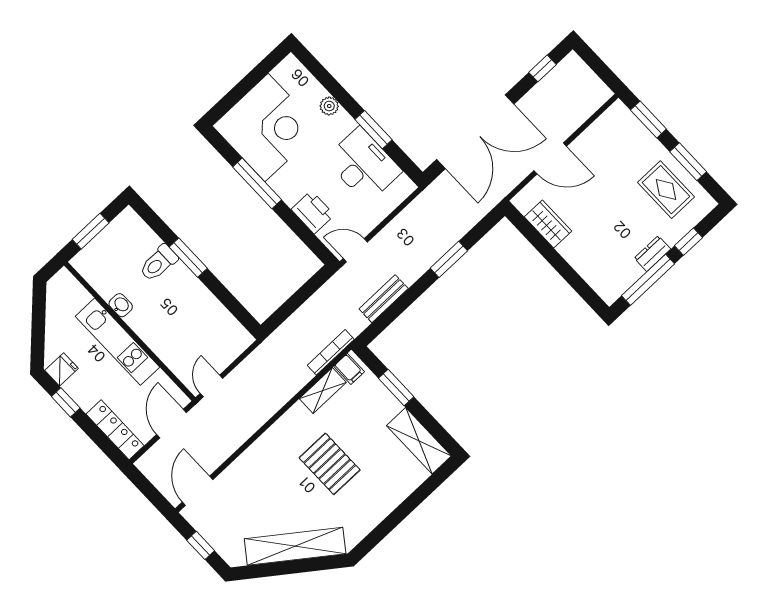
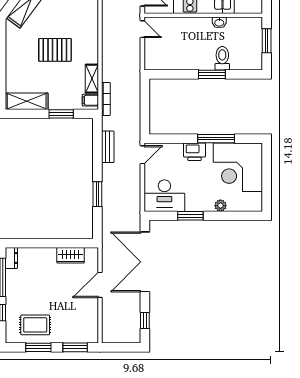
desk: (363, 165) -> (164, 196), moved
printer: (313, 212) -> (194, 152), moved
dresser: (652, 254) -> (11, 258), moved

